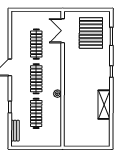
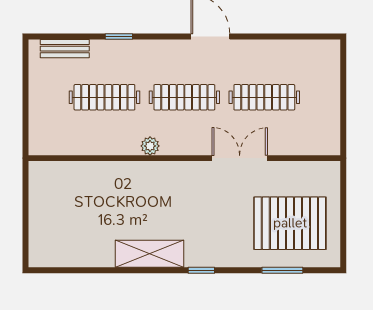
double door: (63, 31) -> (240, 158), moved
shelving: (104, 105) -> (149, 254), moved

